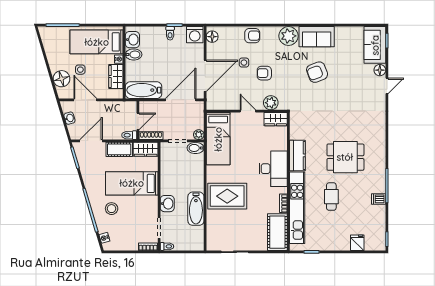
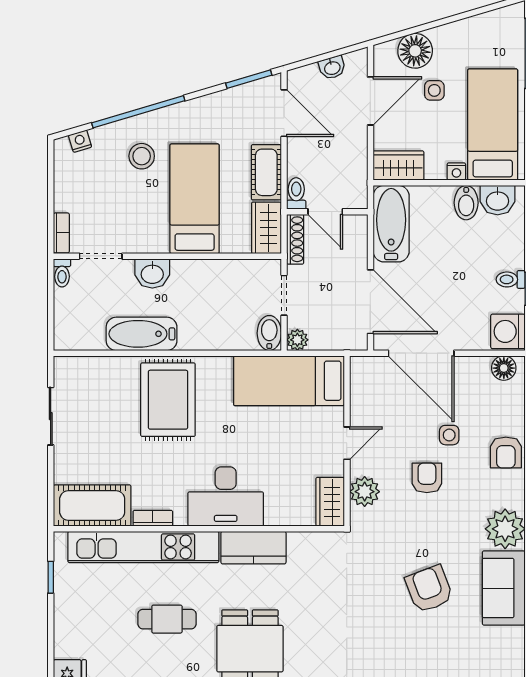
wardrobe: (116, 77) -> (398, 165), moved

